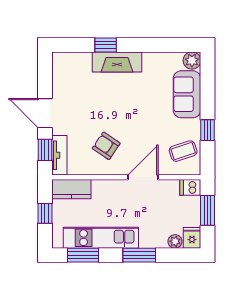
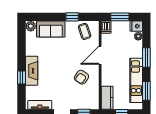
tv unit: (59, 155) -> (40, 105), moved
door: (143, 177) -> (100, 55), hinge flipped

